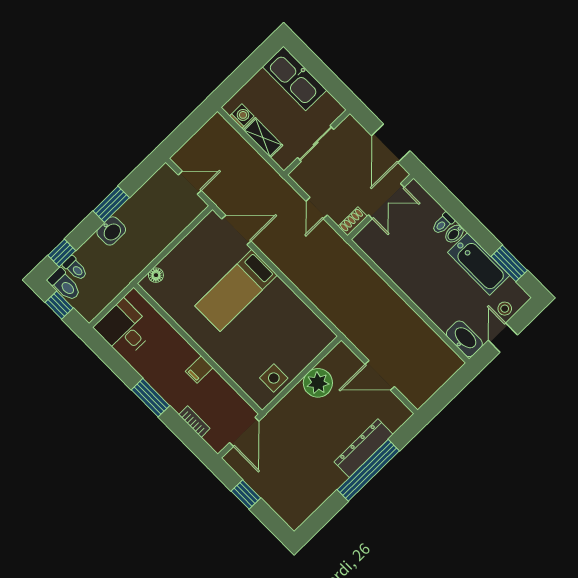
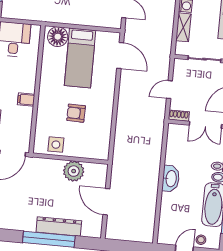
floor lamp: (156, 275) -> (58, 37), width x1.89, depth x1.89
bed: (236, 290) -> (80, 58), moved, turned -90
armchair: (258, 328) -> (76, 113), added
washbasin: (464, 339) -> (171, 179), moved

